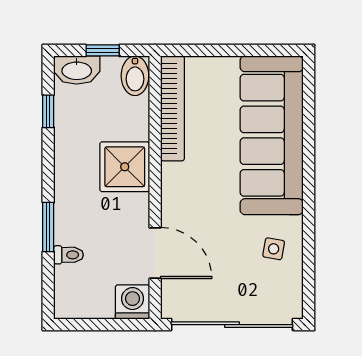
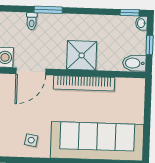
washbasin: (77, 70) -> (141, 23), width x0.52, depth x0.69
bookcase: (172, 108) -> (84, 83), moved
window: (48, 111) -> (130, 13), moved

